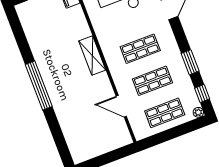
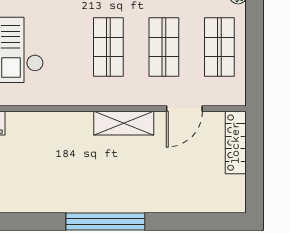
shelving: (92, 55) -> (124, 123), moved
locker: (113, 143) -> (236, 143), added

